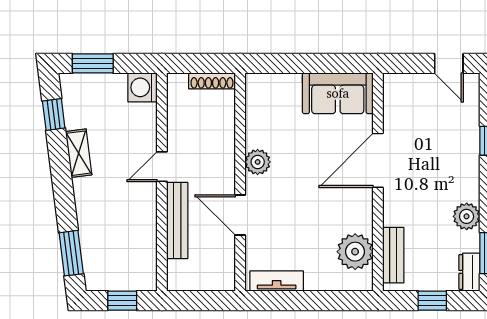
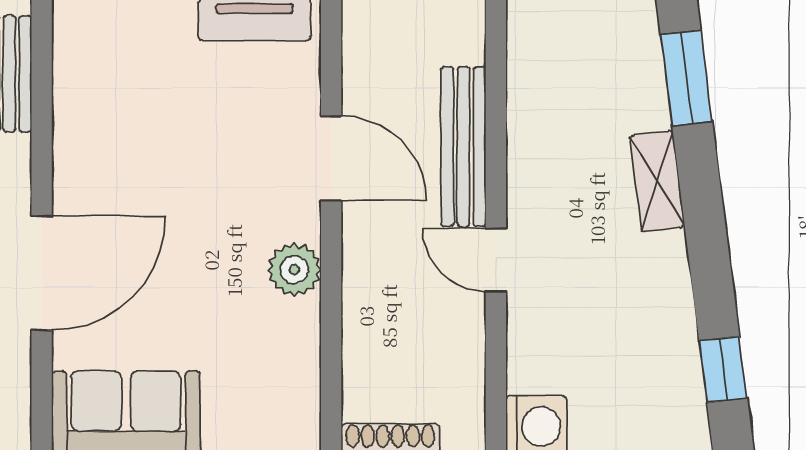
shelving: (79, 153) -> (657, 181), moved
door: (162, 167) -> (496, 260), swing flipped
plant: (355, 252) -> (90, 81), removed

